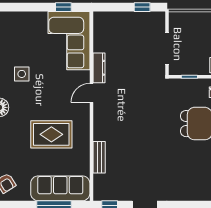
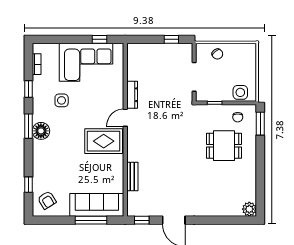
chair: (192, 23) -> (217, 54), added
corner sofa: (69, 41) -> (86, 62), moved, turned -90
rug: (51, 134) -> (104, 141), moved

